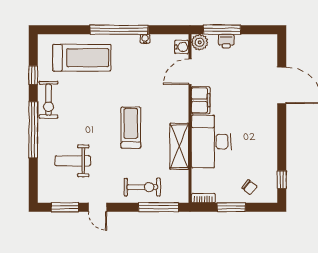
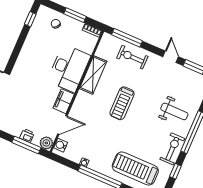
weight bench: (73, 161) -> (174, 111), moved

